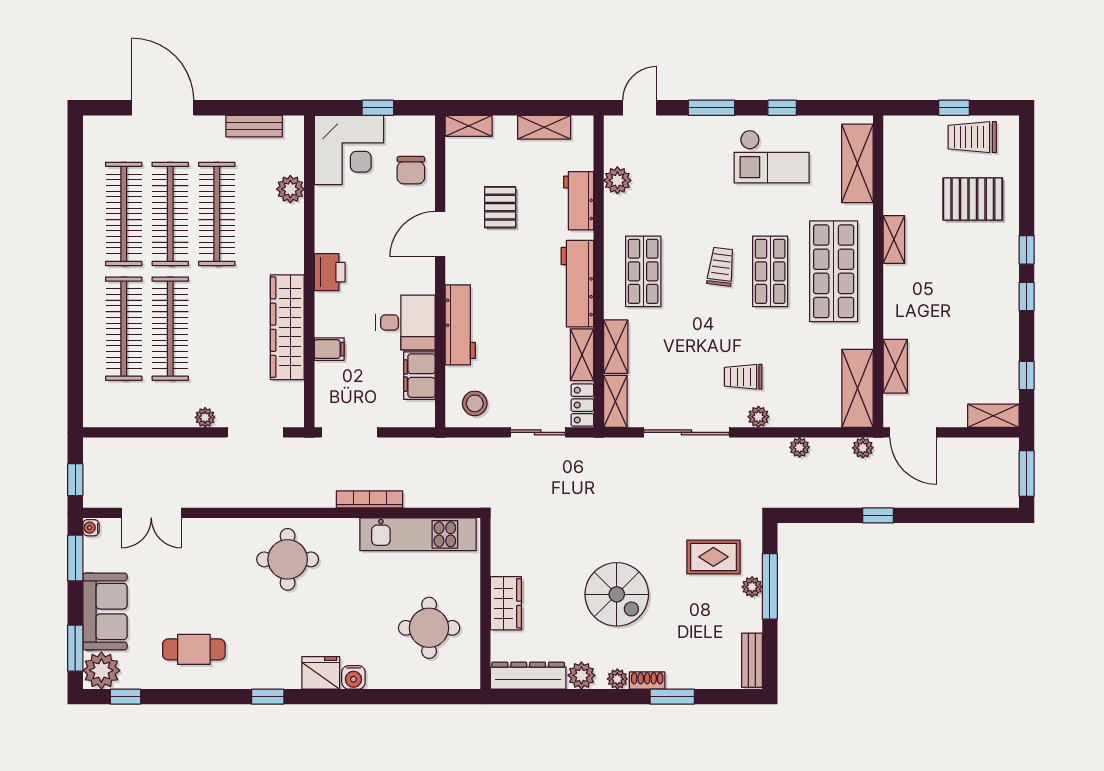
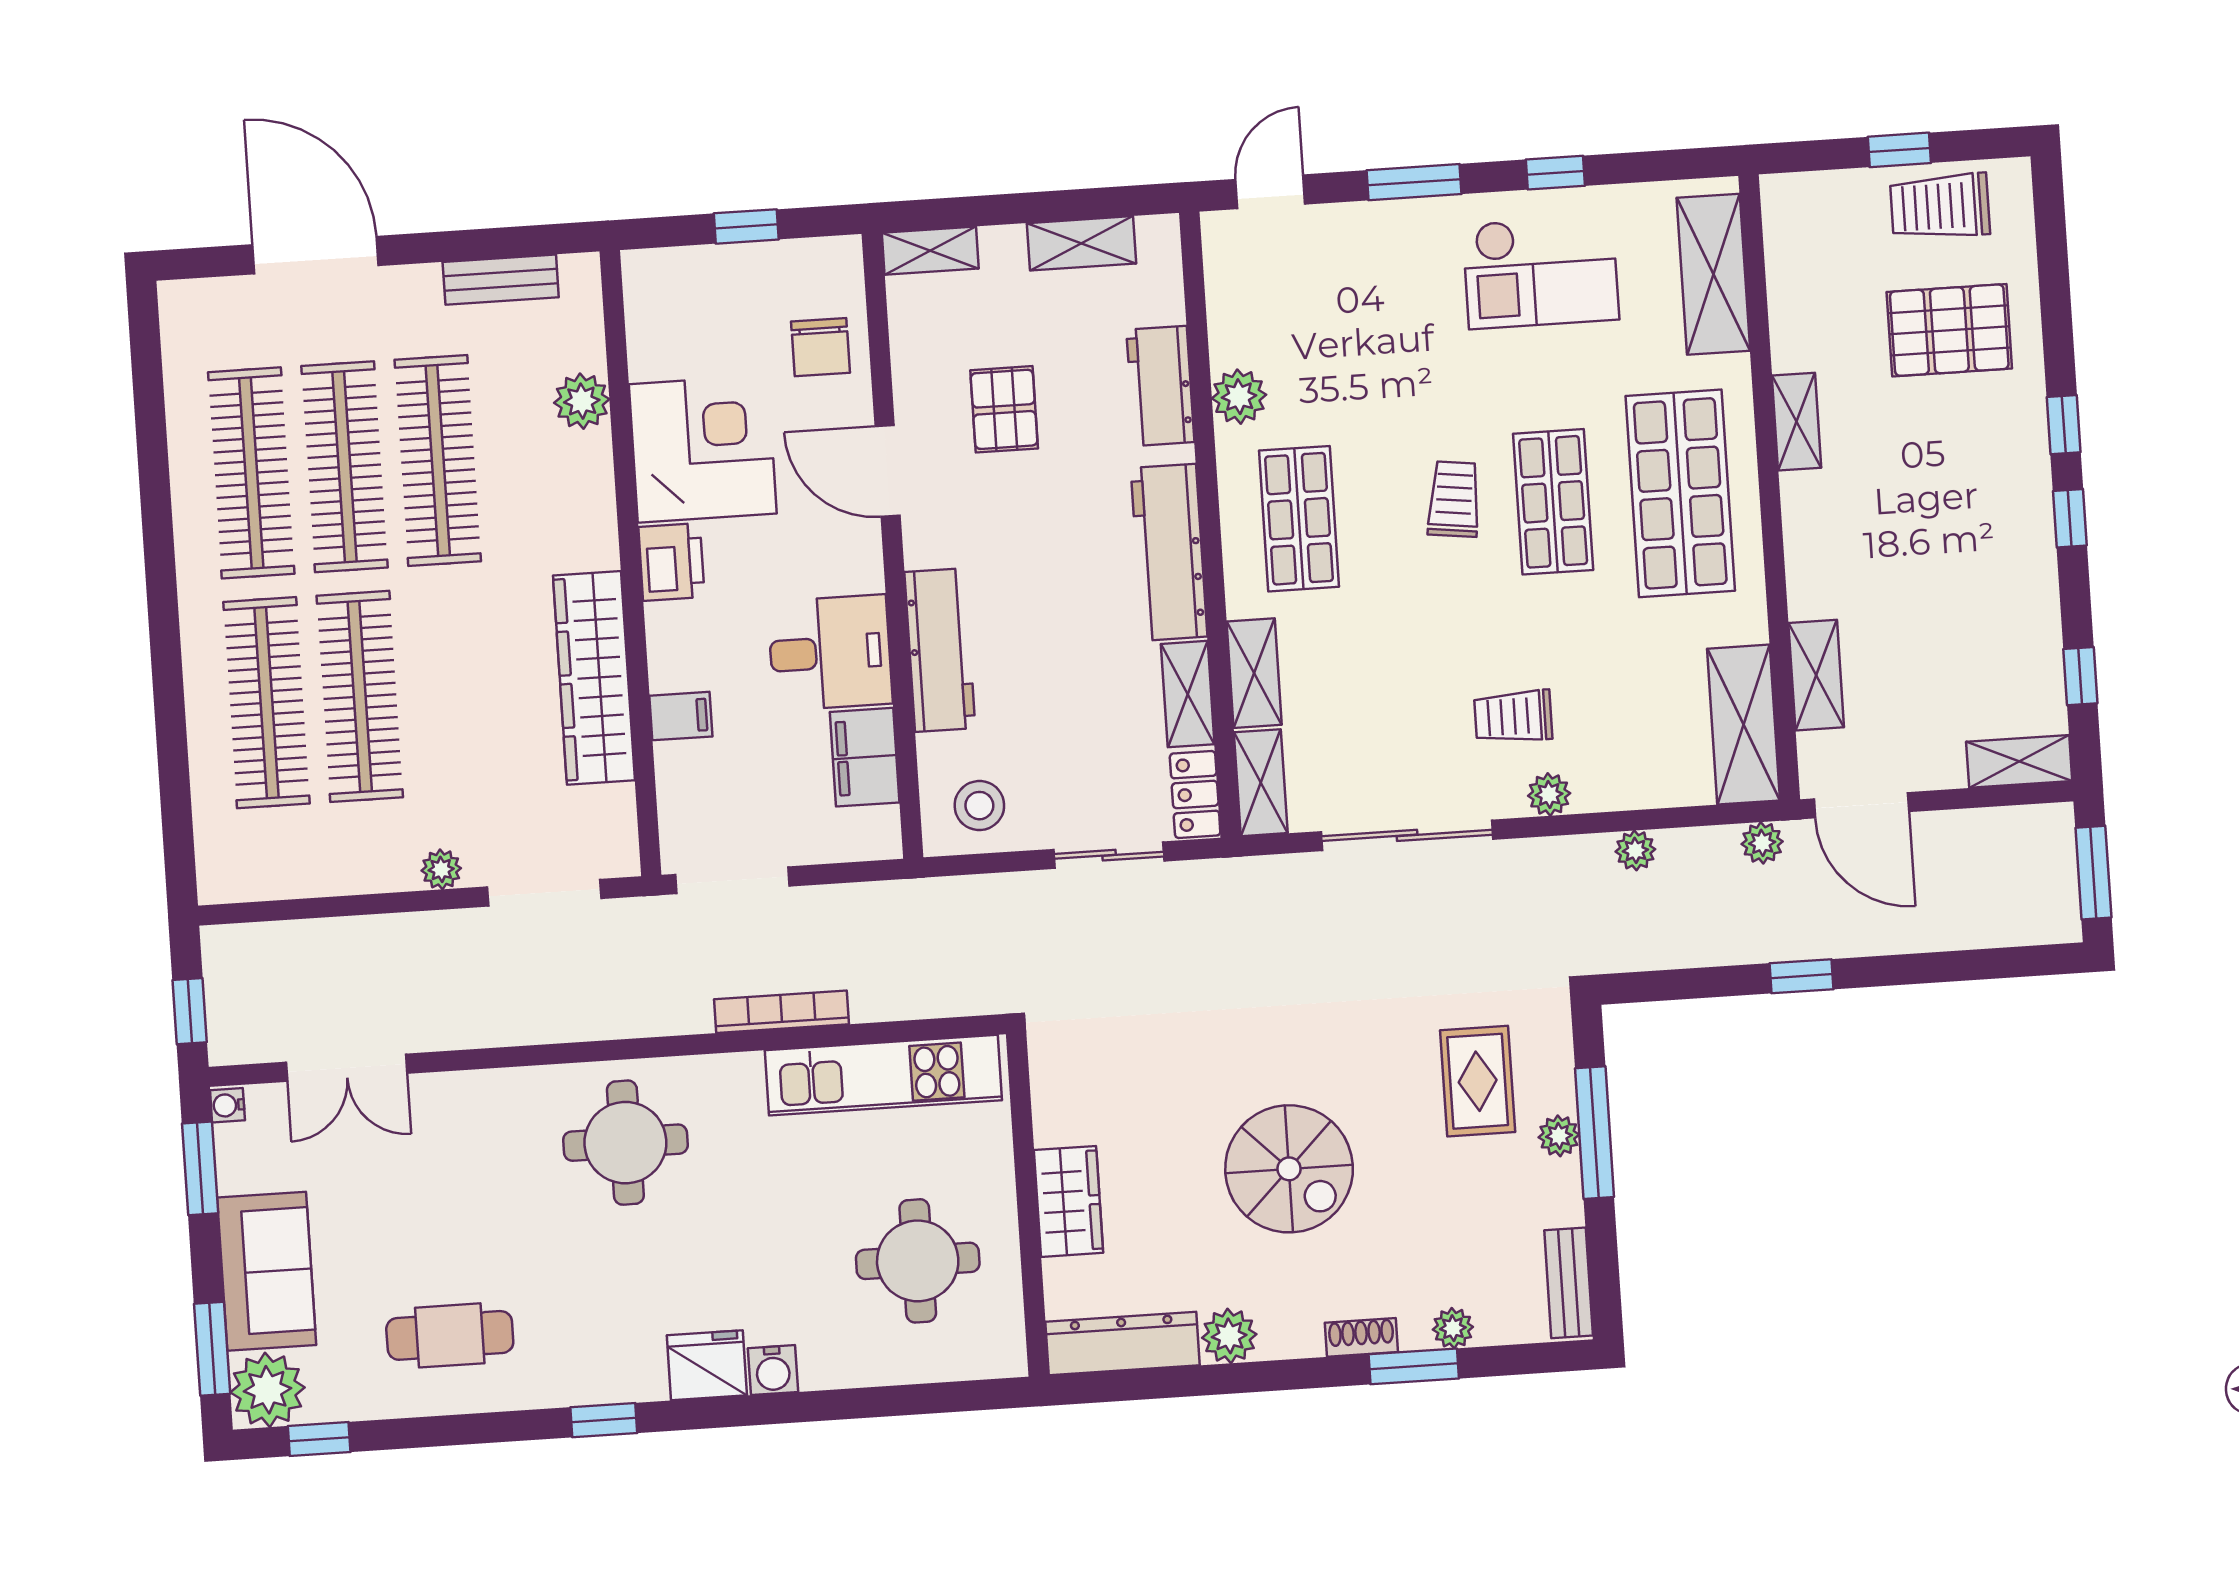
corner desk: (349, 150) -> (703, 449), moved, turned -90
plant: (617, 180) -> (1239, 397), moved
door: (440, 234) -> (888, 471), hinge flipped
rug: (713, 557) -> (1478, 1081), turned 90
plant: (617, 679) -> (1453, 1328), moved

